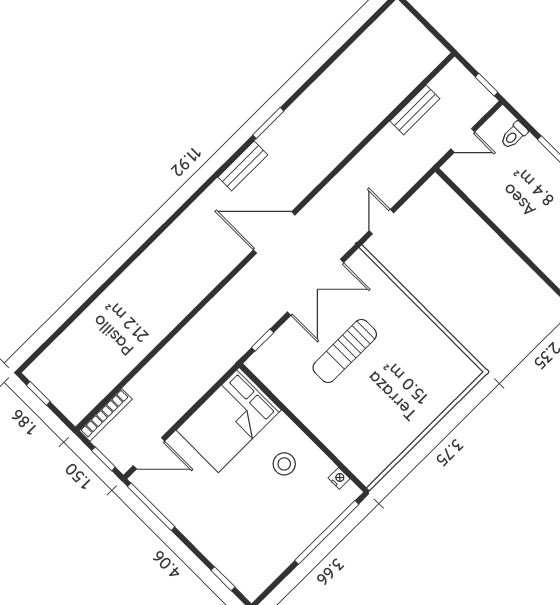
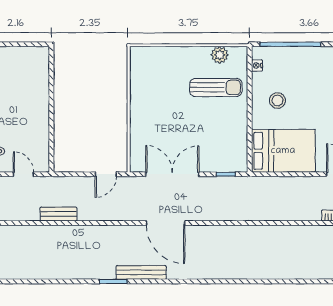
bench: (415, 110) -> (59, 214), moved
bench: (243, 166) -> (141, 272), width x1.36
sun lounger: (345, 351) -> (216, 87), moved
plant: (386, 452) -> (220, 55), added

